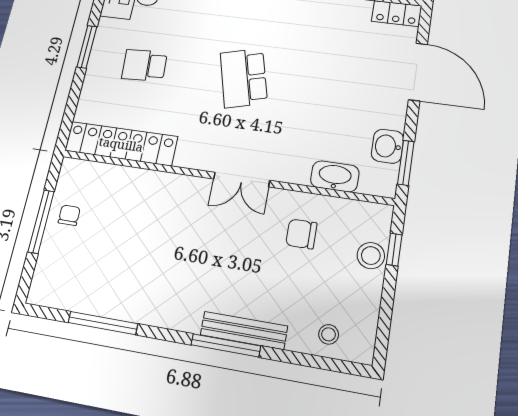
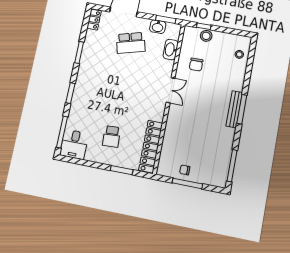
window: (87, 47) -> (122, 170), moved
school desk: (244, 78) -> (131, 43), moved
window: (103, 323) -> (232, 166), moved
bench: (244, 330) -> (234, 109), moved
window: (226, 345) -> (242, 109), moved

